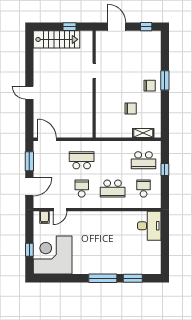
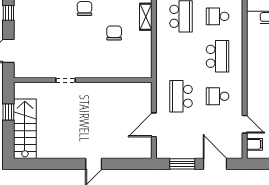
door: (47, 139) -> (154, 125), moved

